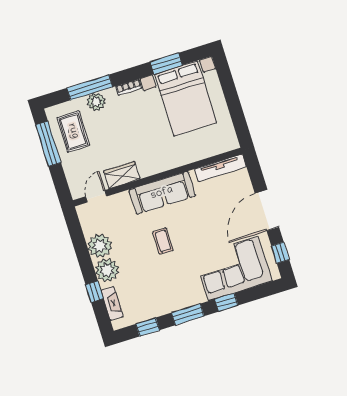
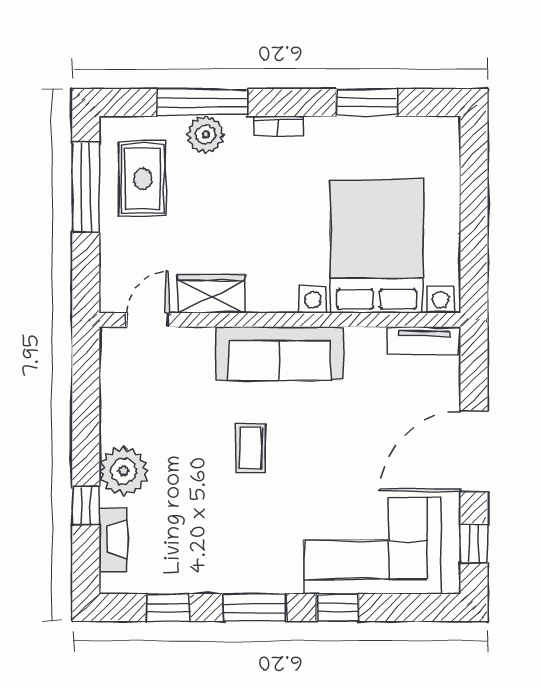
bed with nightstands: (186, 98) -> (377, 246), moved, turned 180
tv unit: (220, 168) -> (424, 341), width x0.71
plant: (100, 246) -> (124, 419), removed

